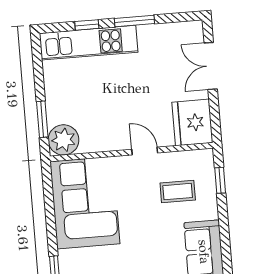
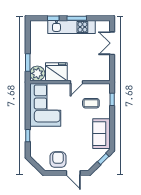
kitchen unit: (89, 43) -> (72, 27), moved
fridge: (192, 122) -> (56, 72), moved, turned 90
door: (145, 151) -> (76, 82), swing flipped

